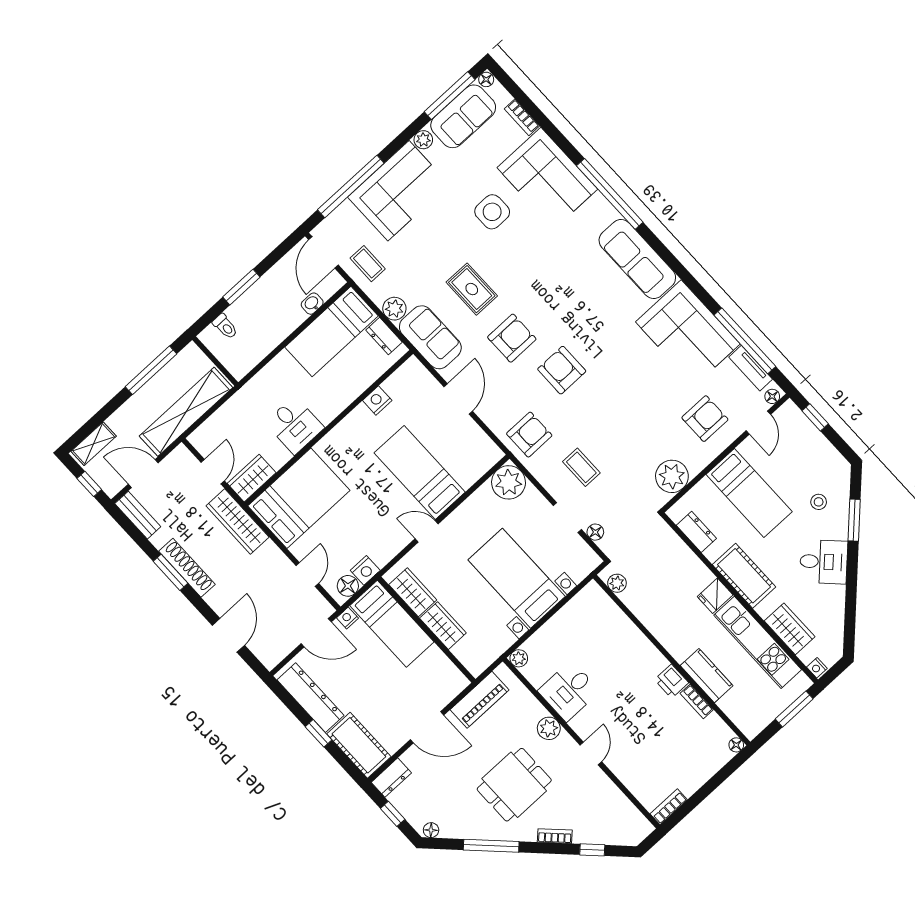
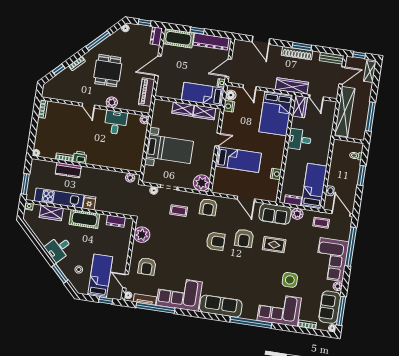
bed: (749, 493) -> (100, 276), moved, turned 90

